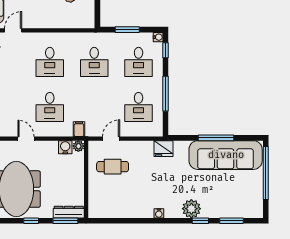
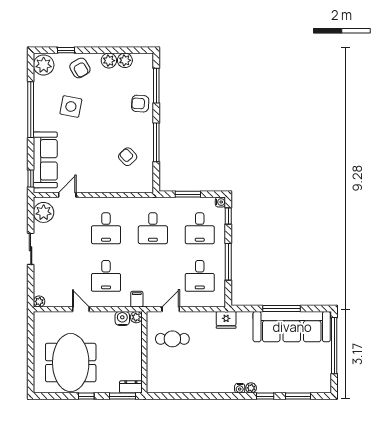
plant: (191, 209) -> (251, 388), width x0.53, depth x0.53
dresser: (69, 212) -> (131, 387), width x0.70
water cooler: (159, 213) -> (240, 388), moved

